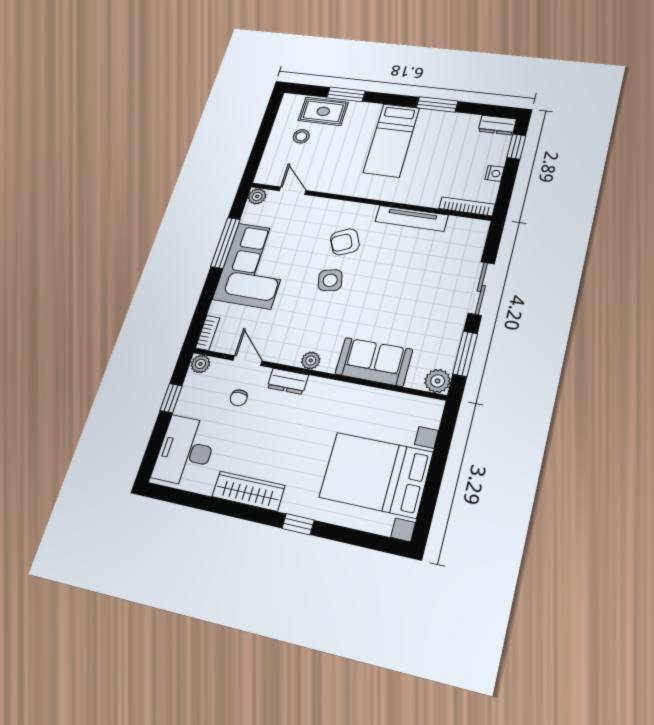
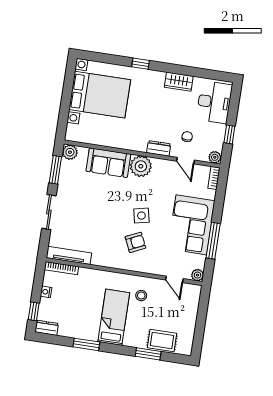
stool: (301, 136) -> (141, 296), moved
tv unit: (412, 218) -> (69, 255), moved
plant: (311, 361) -> (141, 166), width x1.87, depth x1.87
wardrobe: (248, 491) -> (179, 82), width x0.67

